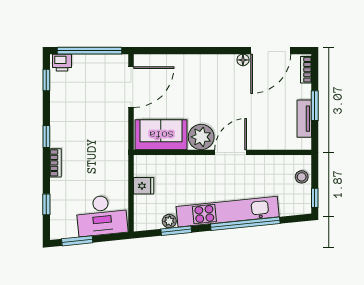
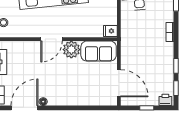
window: (90, 51) -> (147, 108), width x0.32
door: (131, 87) -> (119, 83), swing flipped
window: (46, 137) -> (176, 66), moved
fridge: (144, 186) -> (110, 31), moved

